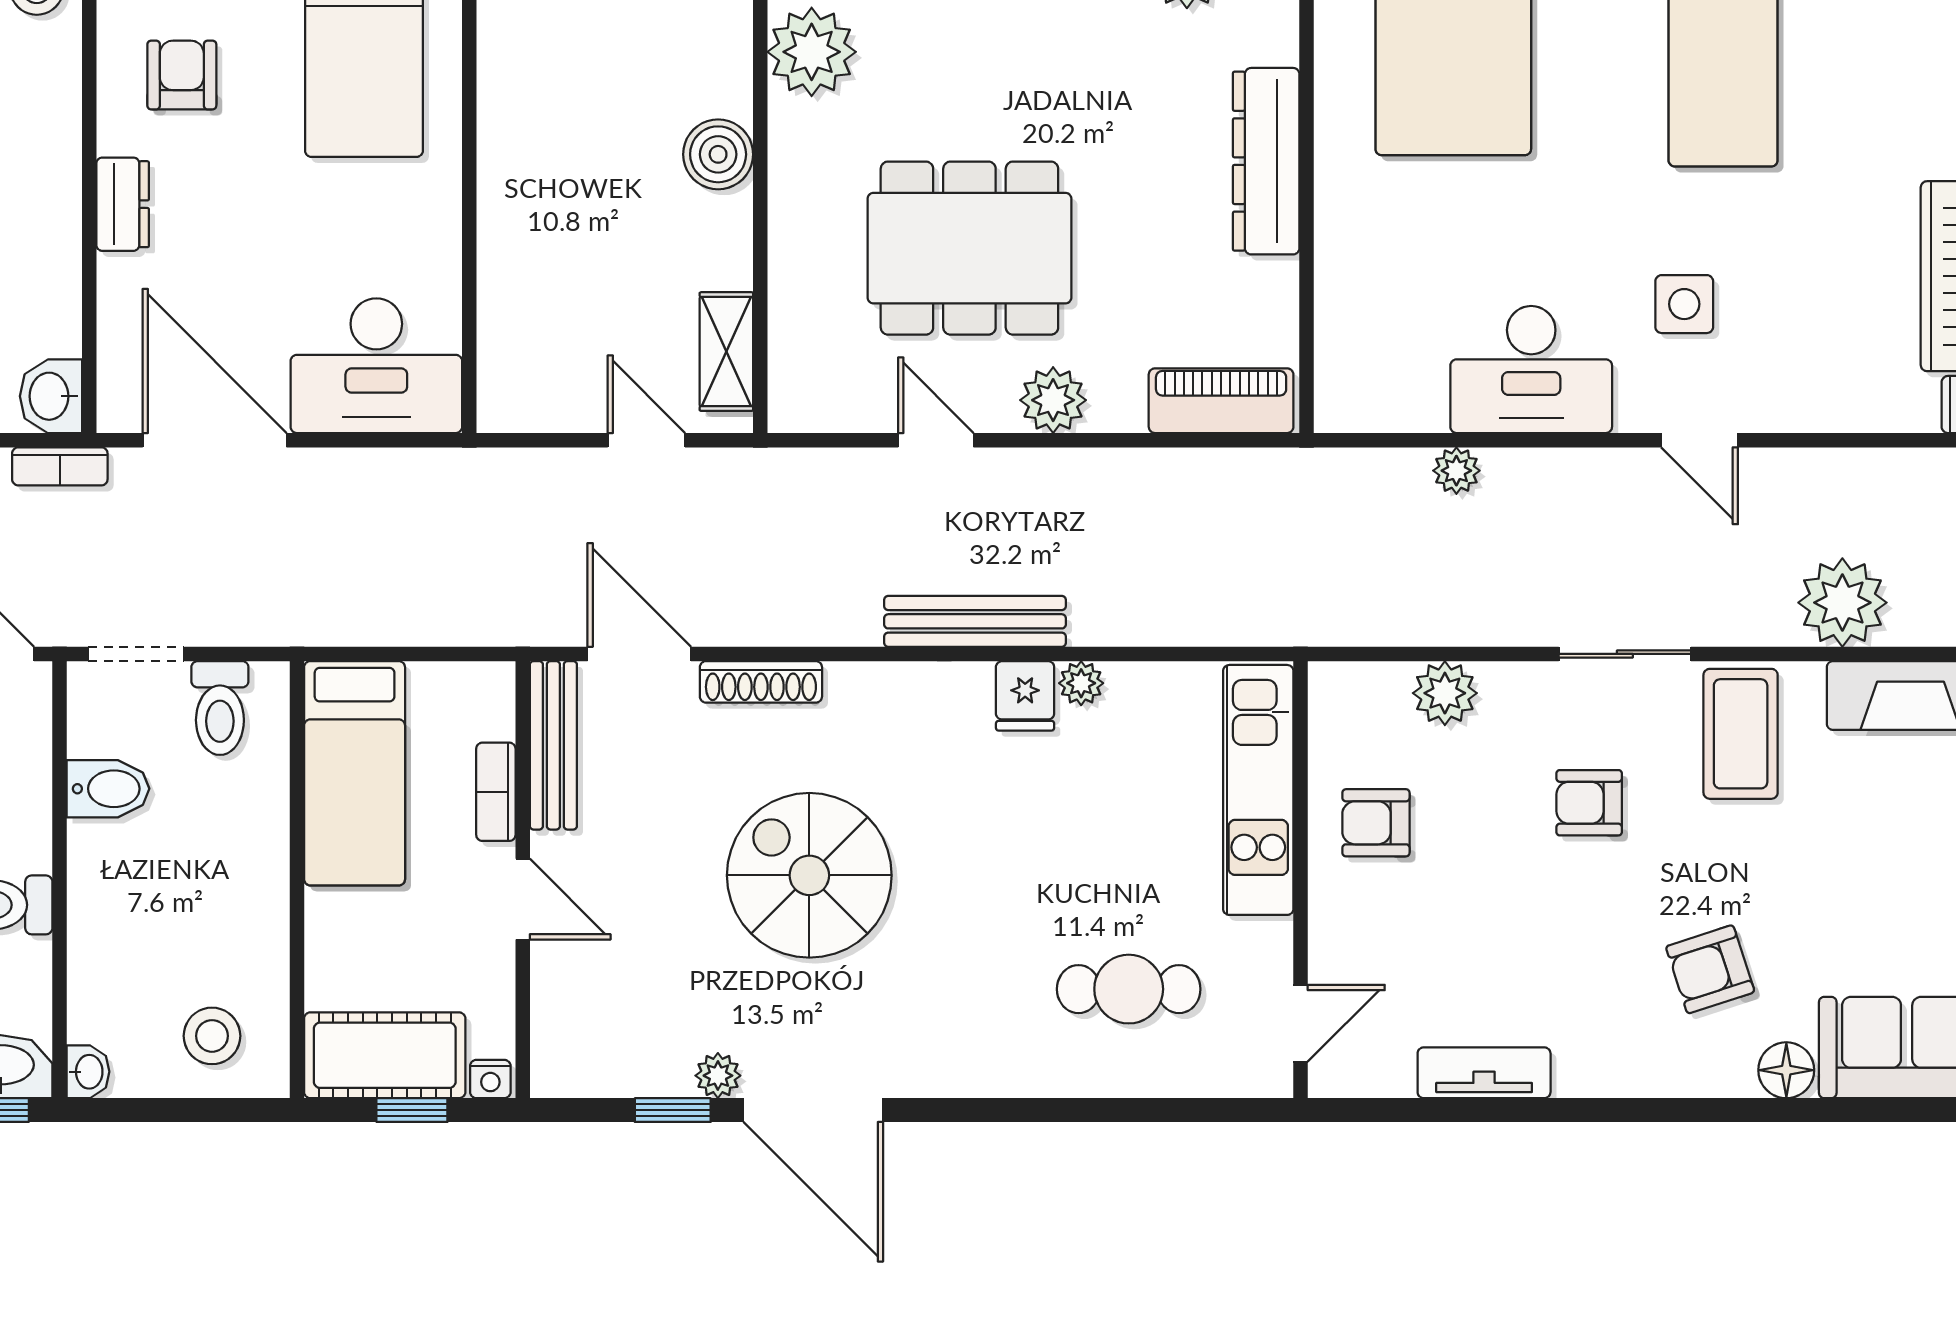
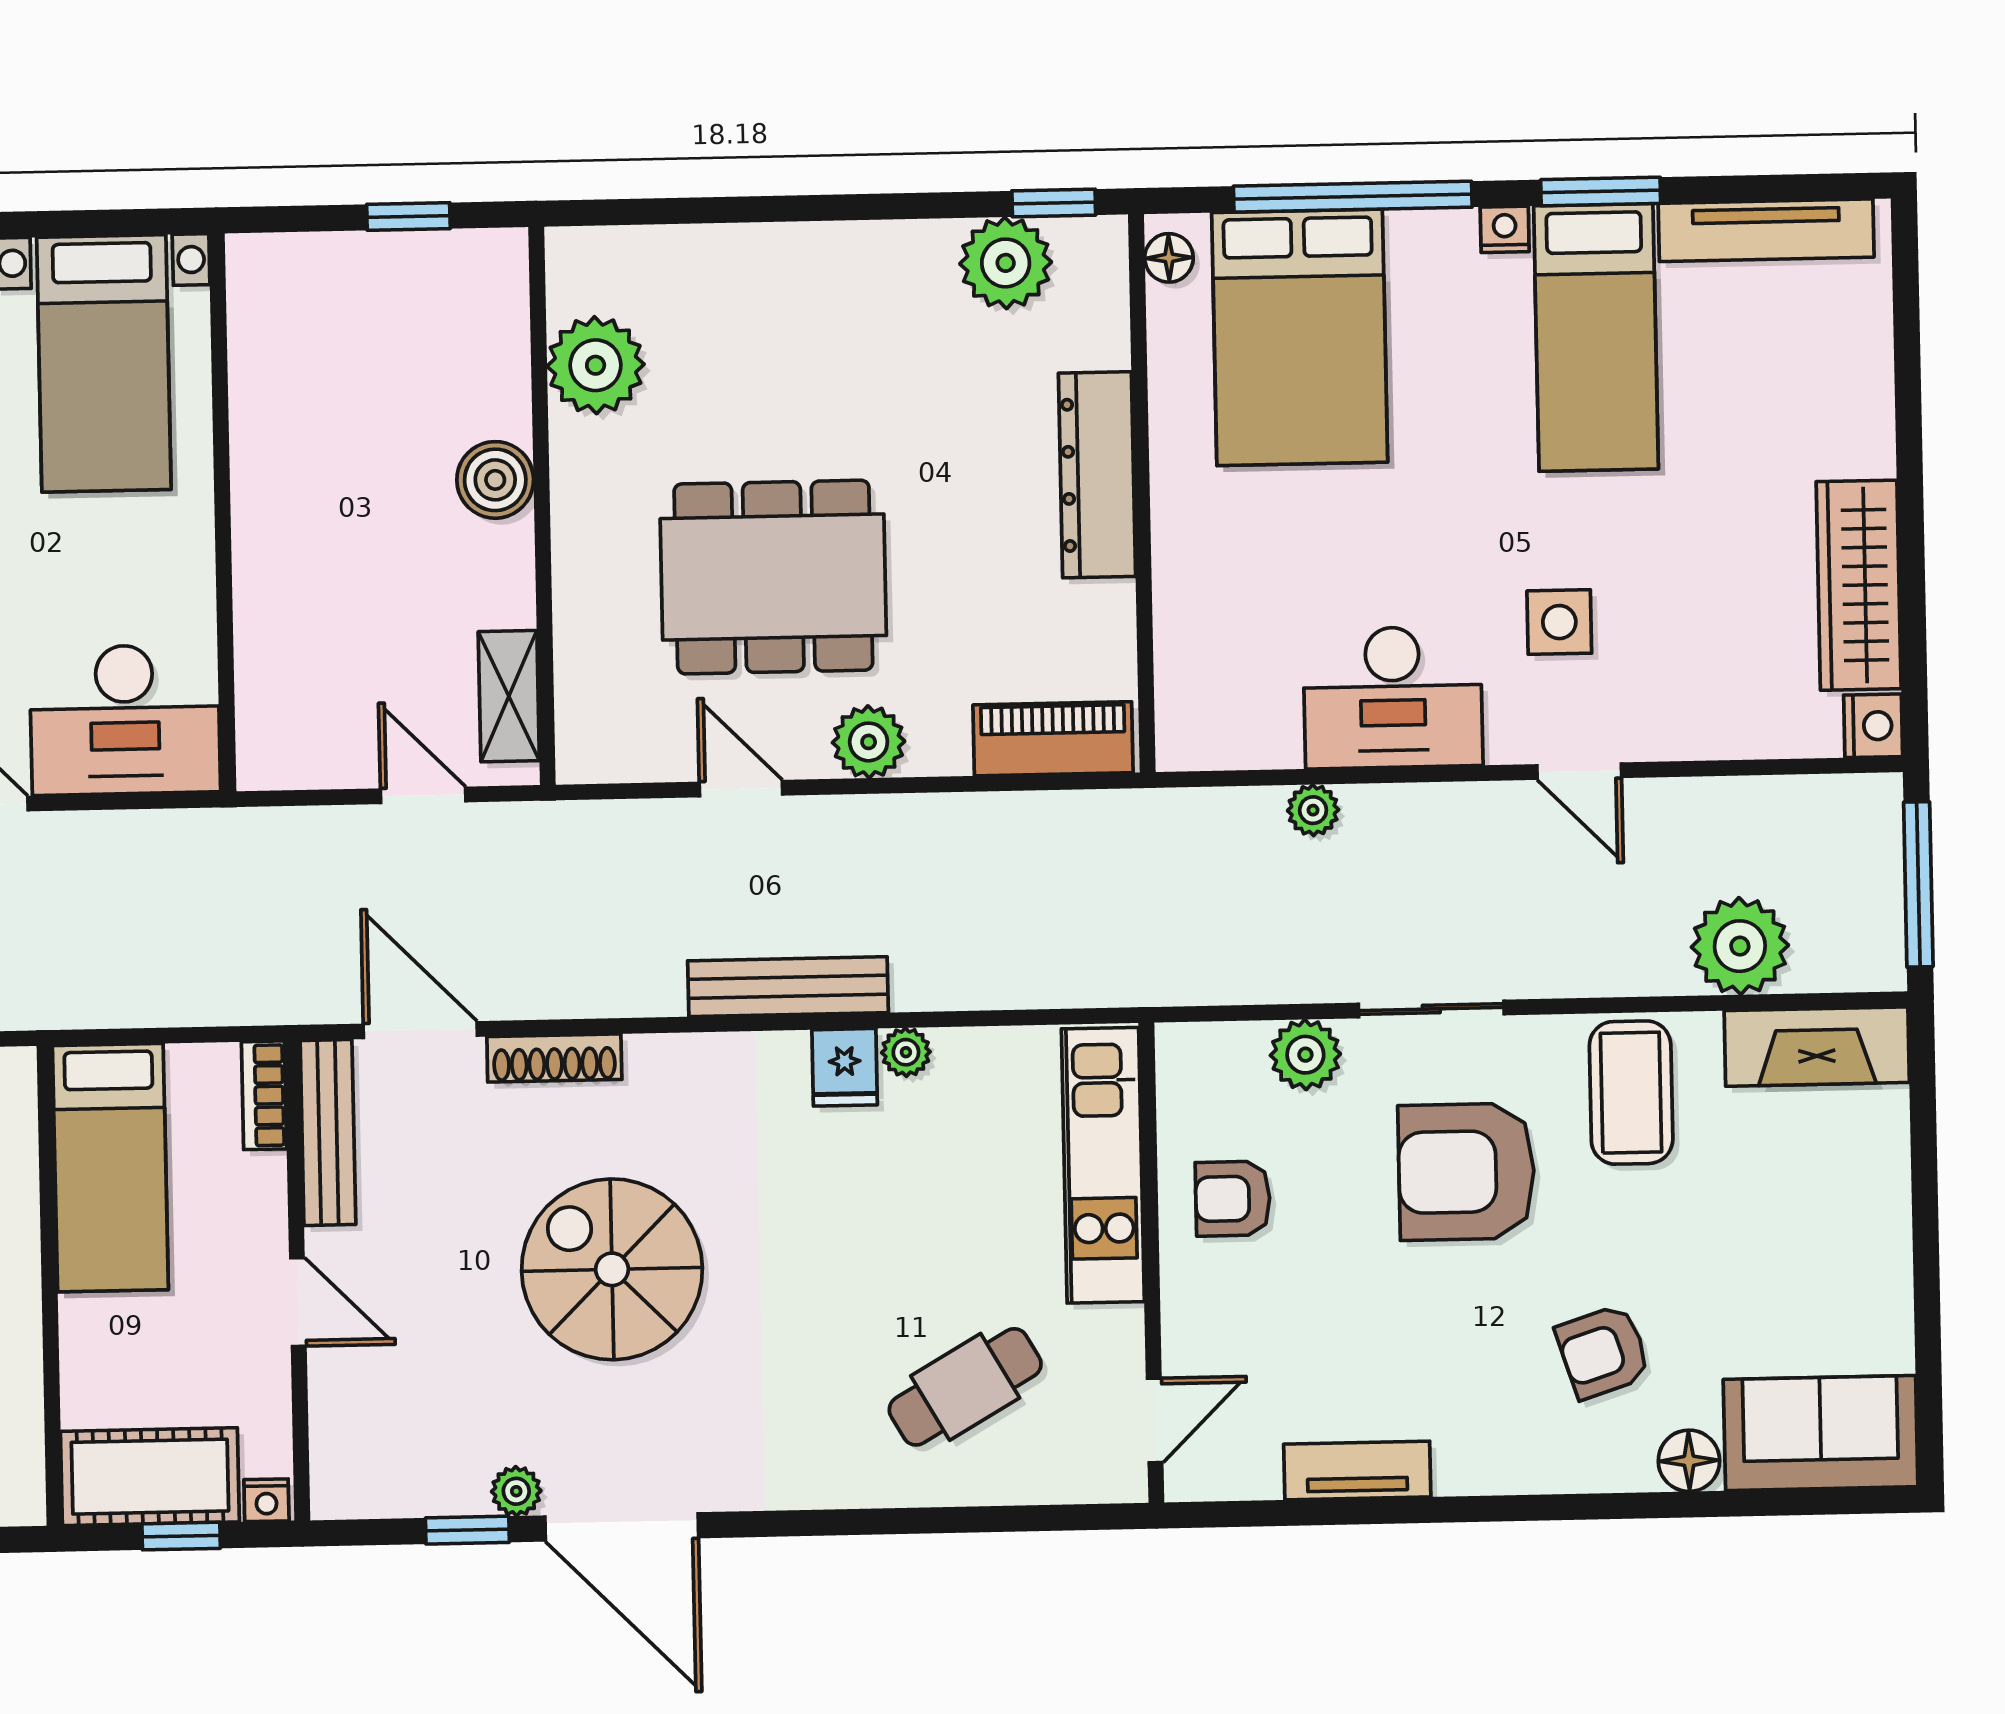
sliding door: (1625, 654) -> (1431, 1009), moved
bookcase: (496, 792) -> (264, 1095), moved
armchair: (1589, 803) -> (1466, 1172), width x1.88, depth x1.88
cafe table: (1129, 989) -> (965, 1387), turned -30

